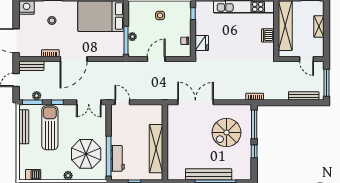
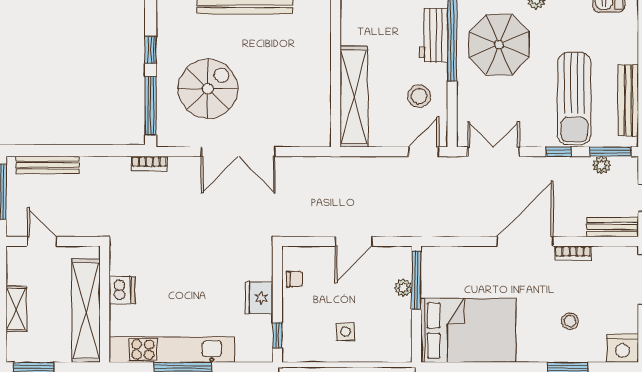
fridge: (202, 43) -> (259, 298), moved
door: (122, 102) -> (424, 152), swing flipped
double door: (195, 102) -> (238, 152), moved
stool: (125, 129) -> (419, 96), added
shelving: (156, 149) -> (354, 97), moved

